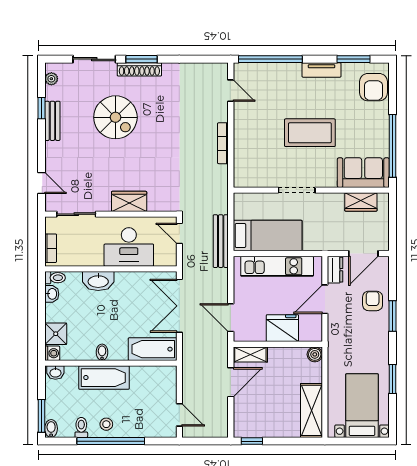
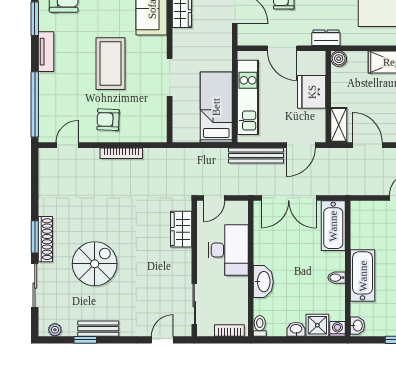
armchair: (255, 130) -> (108, 120), added
wardrobe: (129, 201) -> (181, 229), moved
bench: (221, 241) -> (256, 155), moved
dresser: (335, 270) -> (326, 38), moved
washbasin: (52, 294) -> (296, 329), moved

